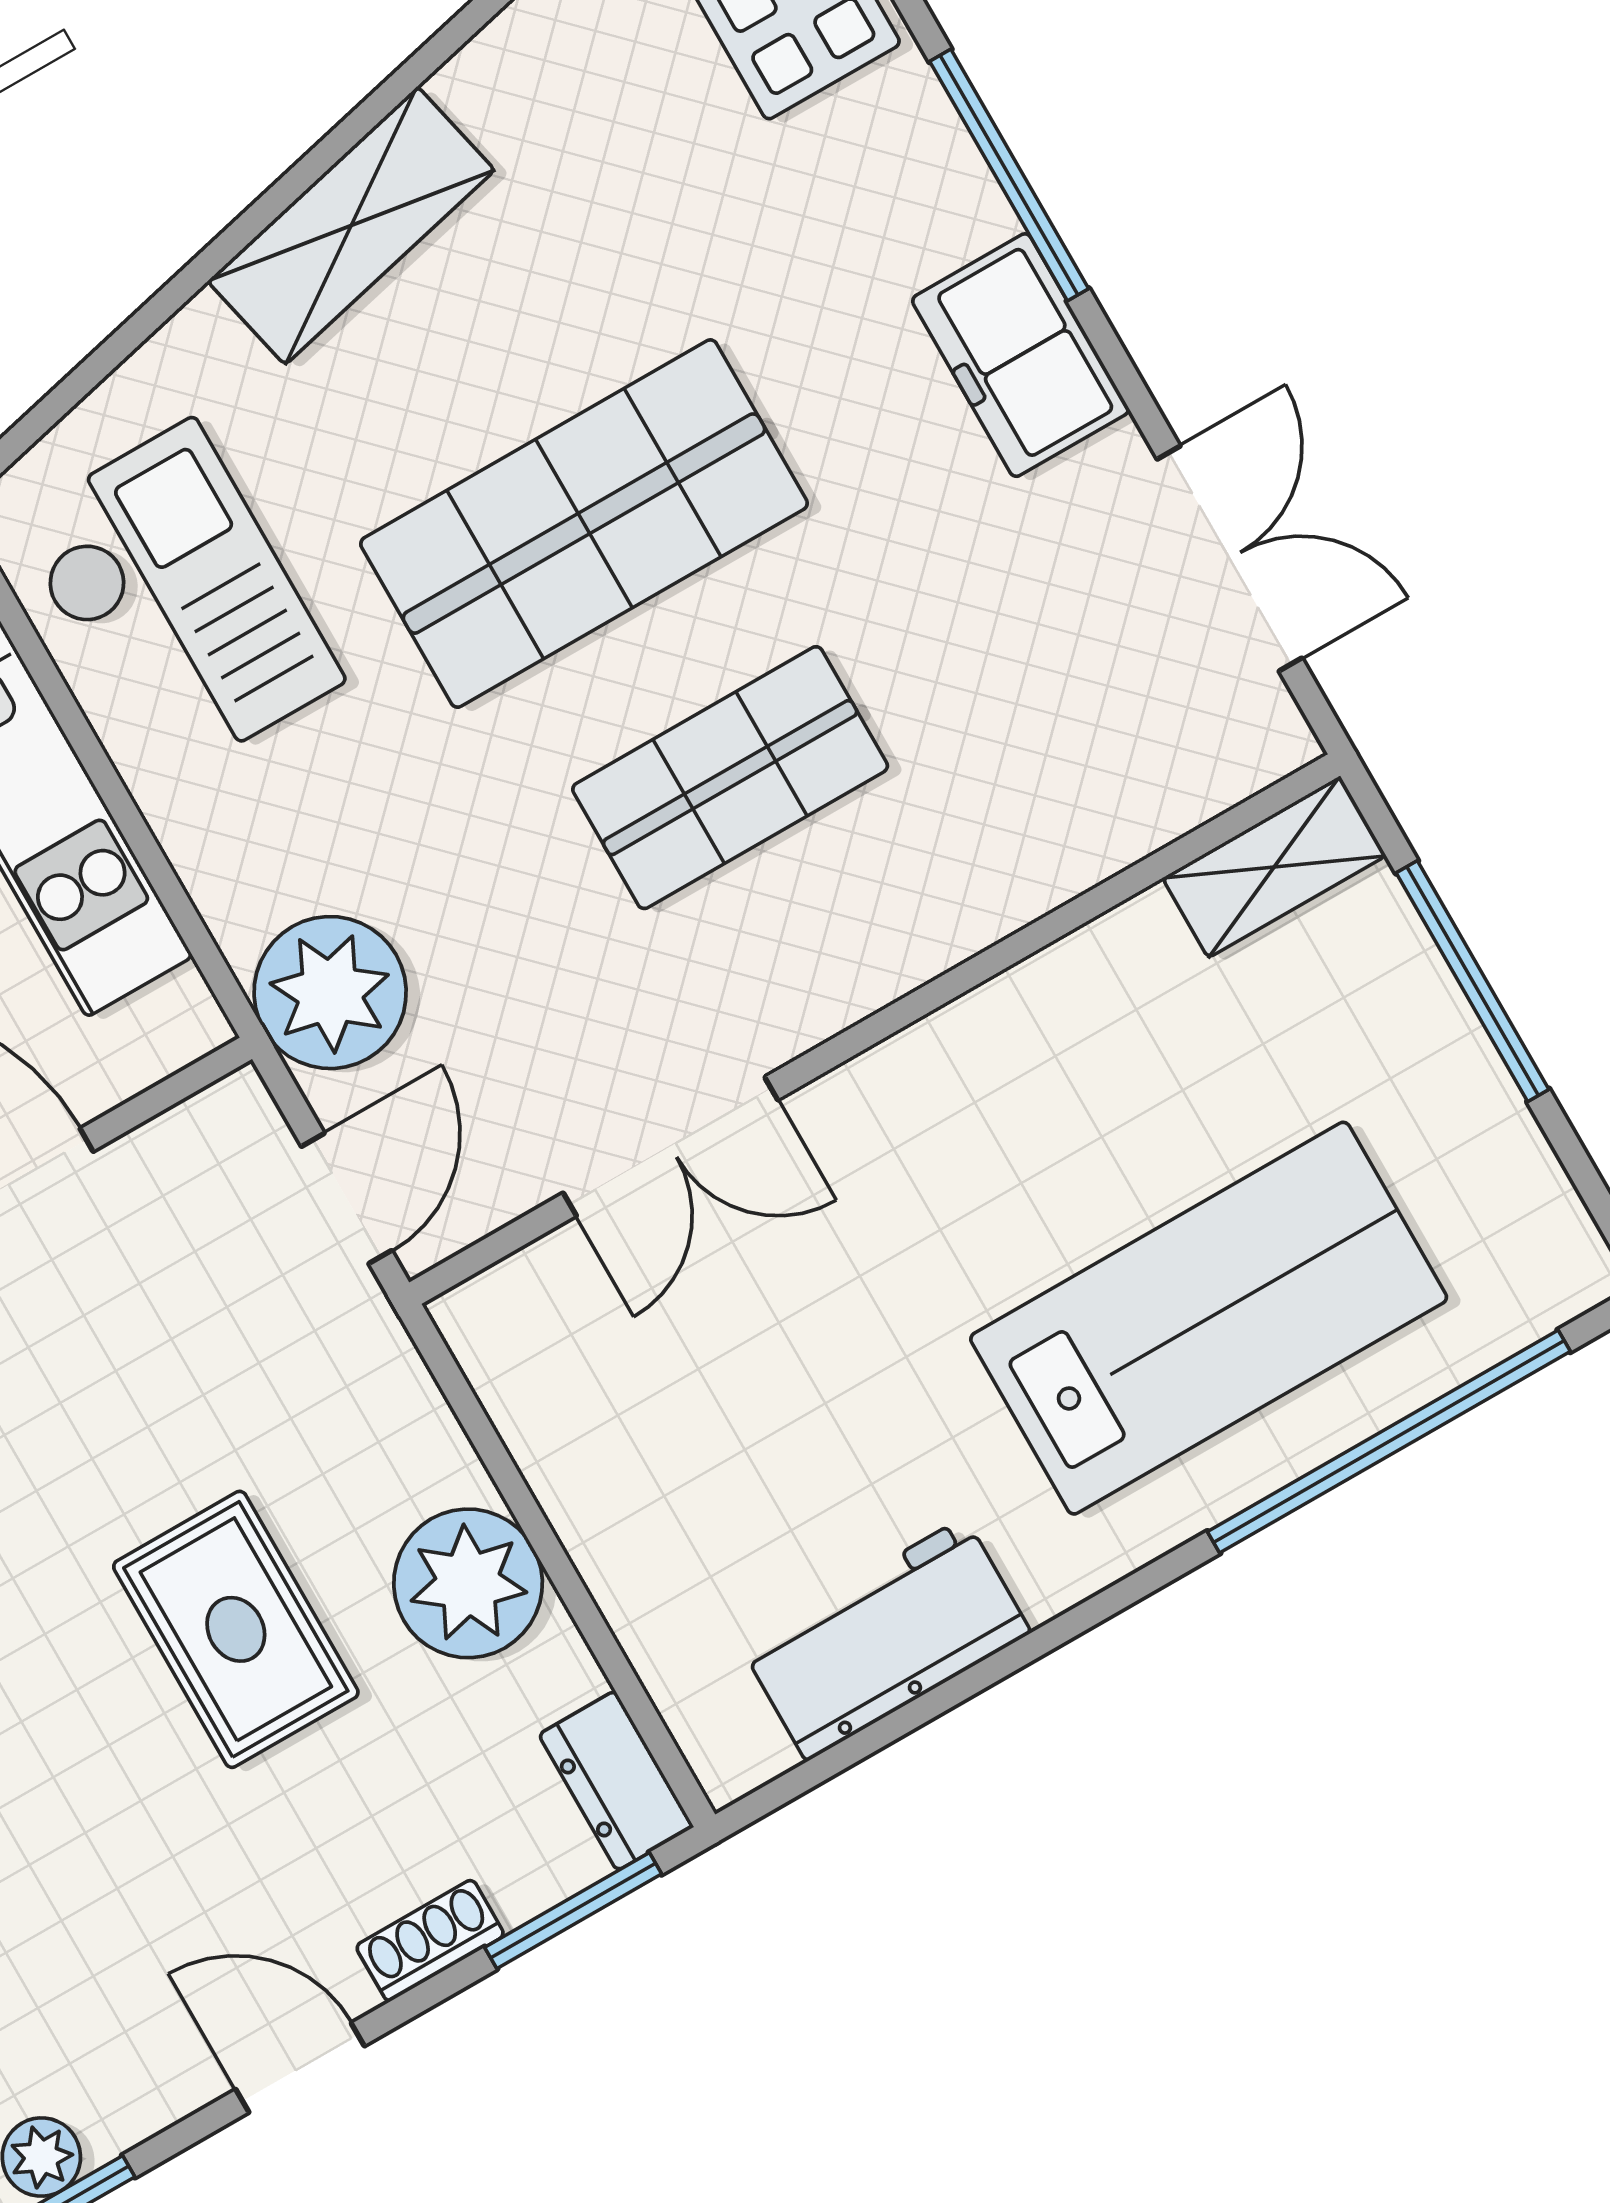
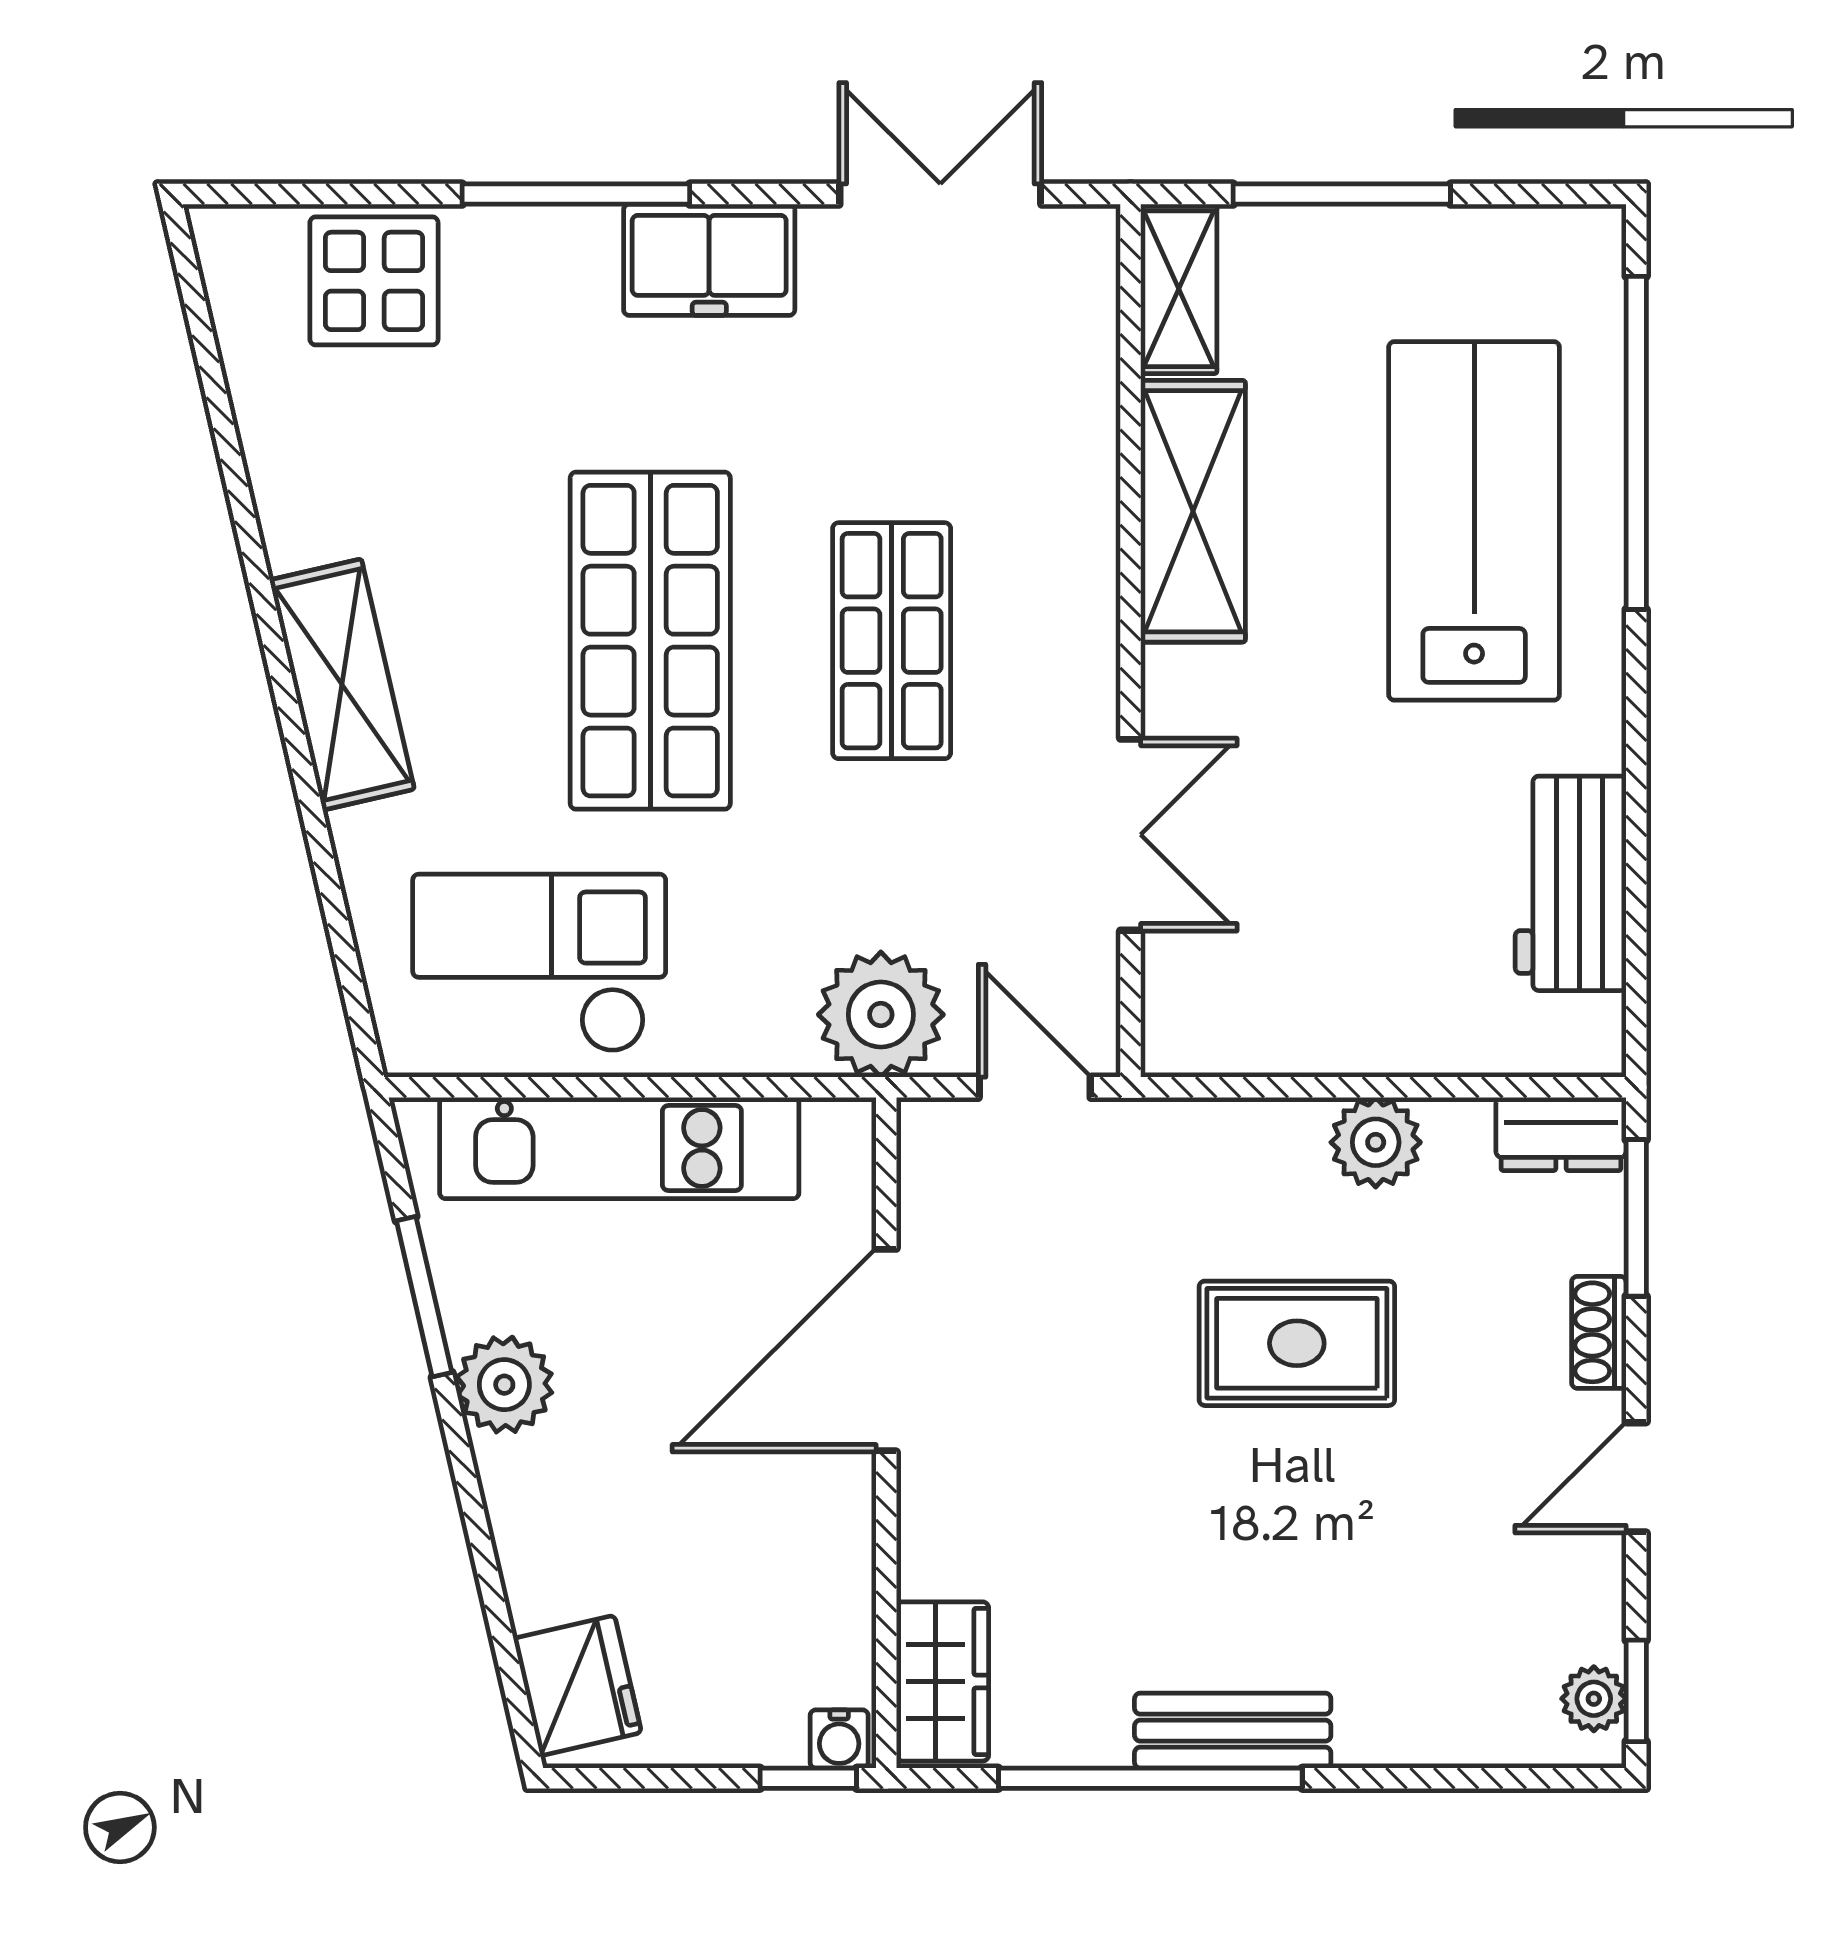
shelving: (1049, 1017) -> (1193, 511), added
plant: (468, 1583) -> (1376, 1142), width x0.73, depth x0.73

